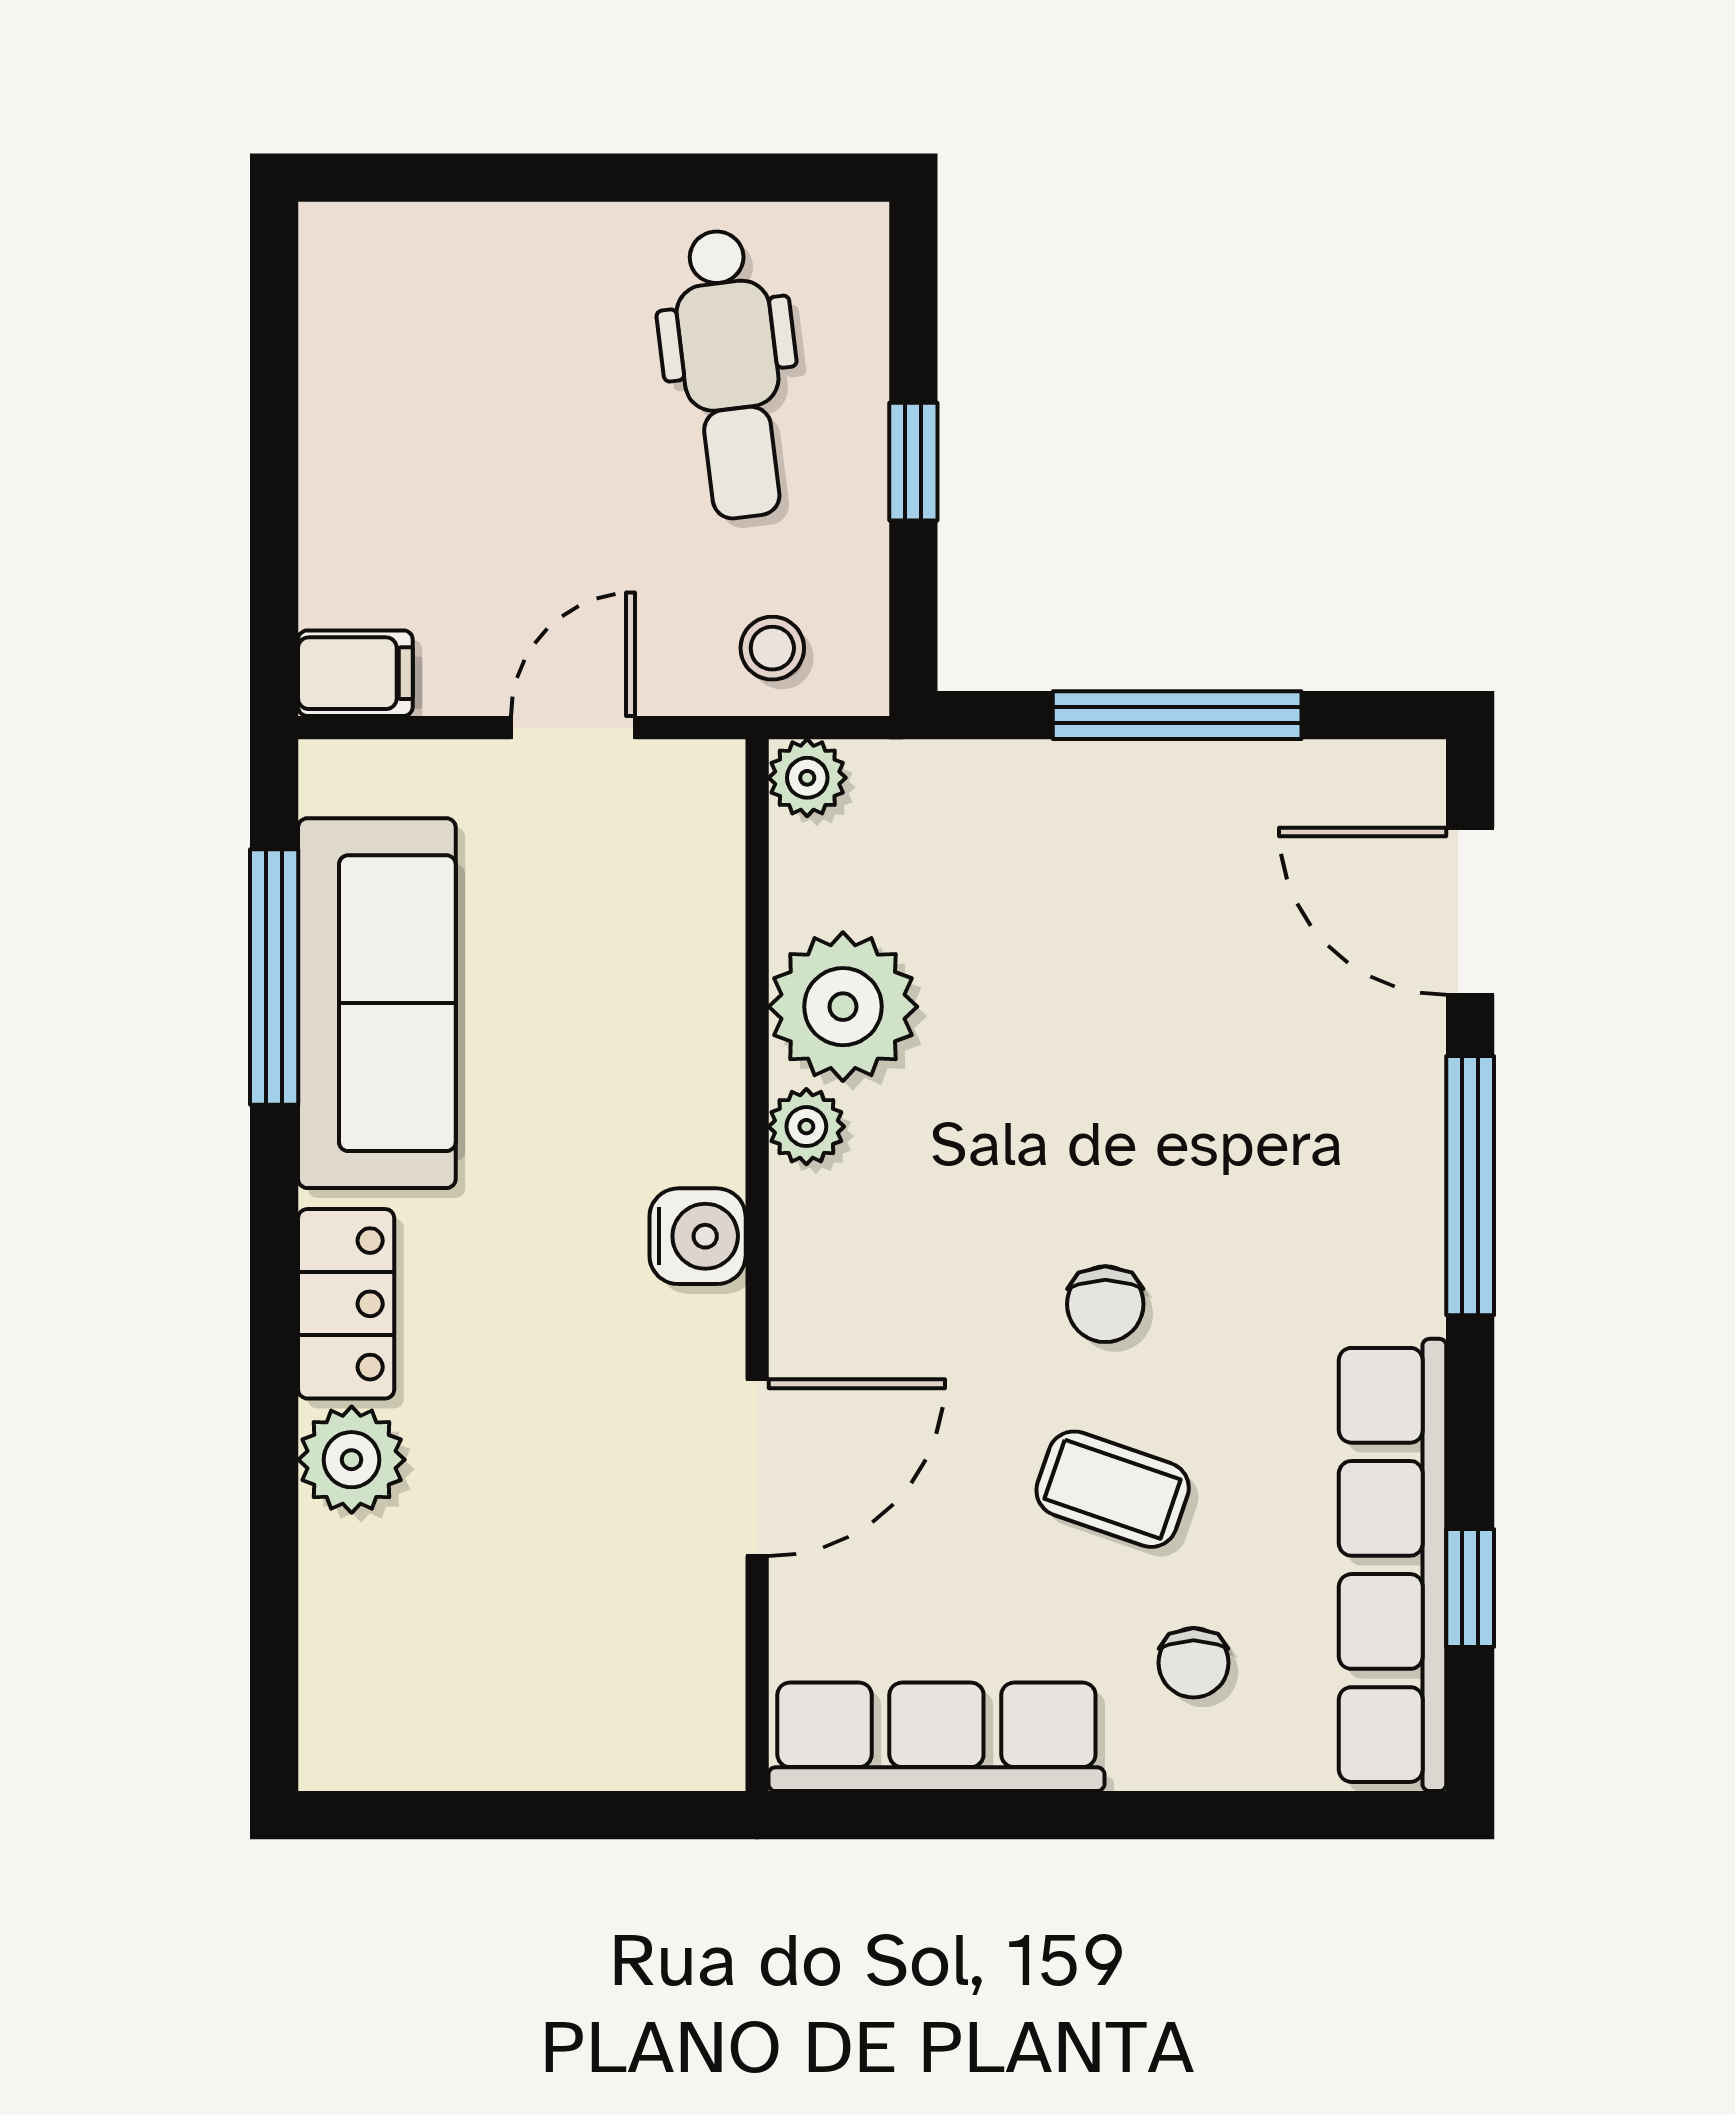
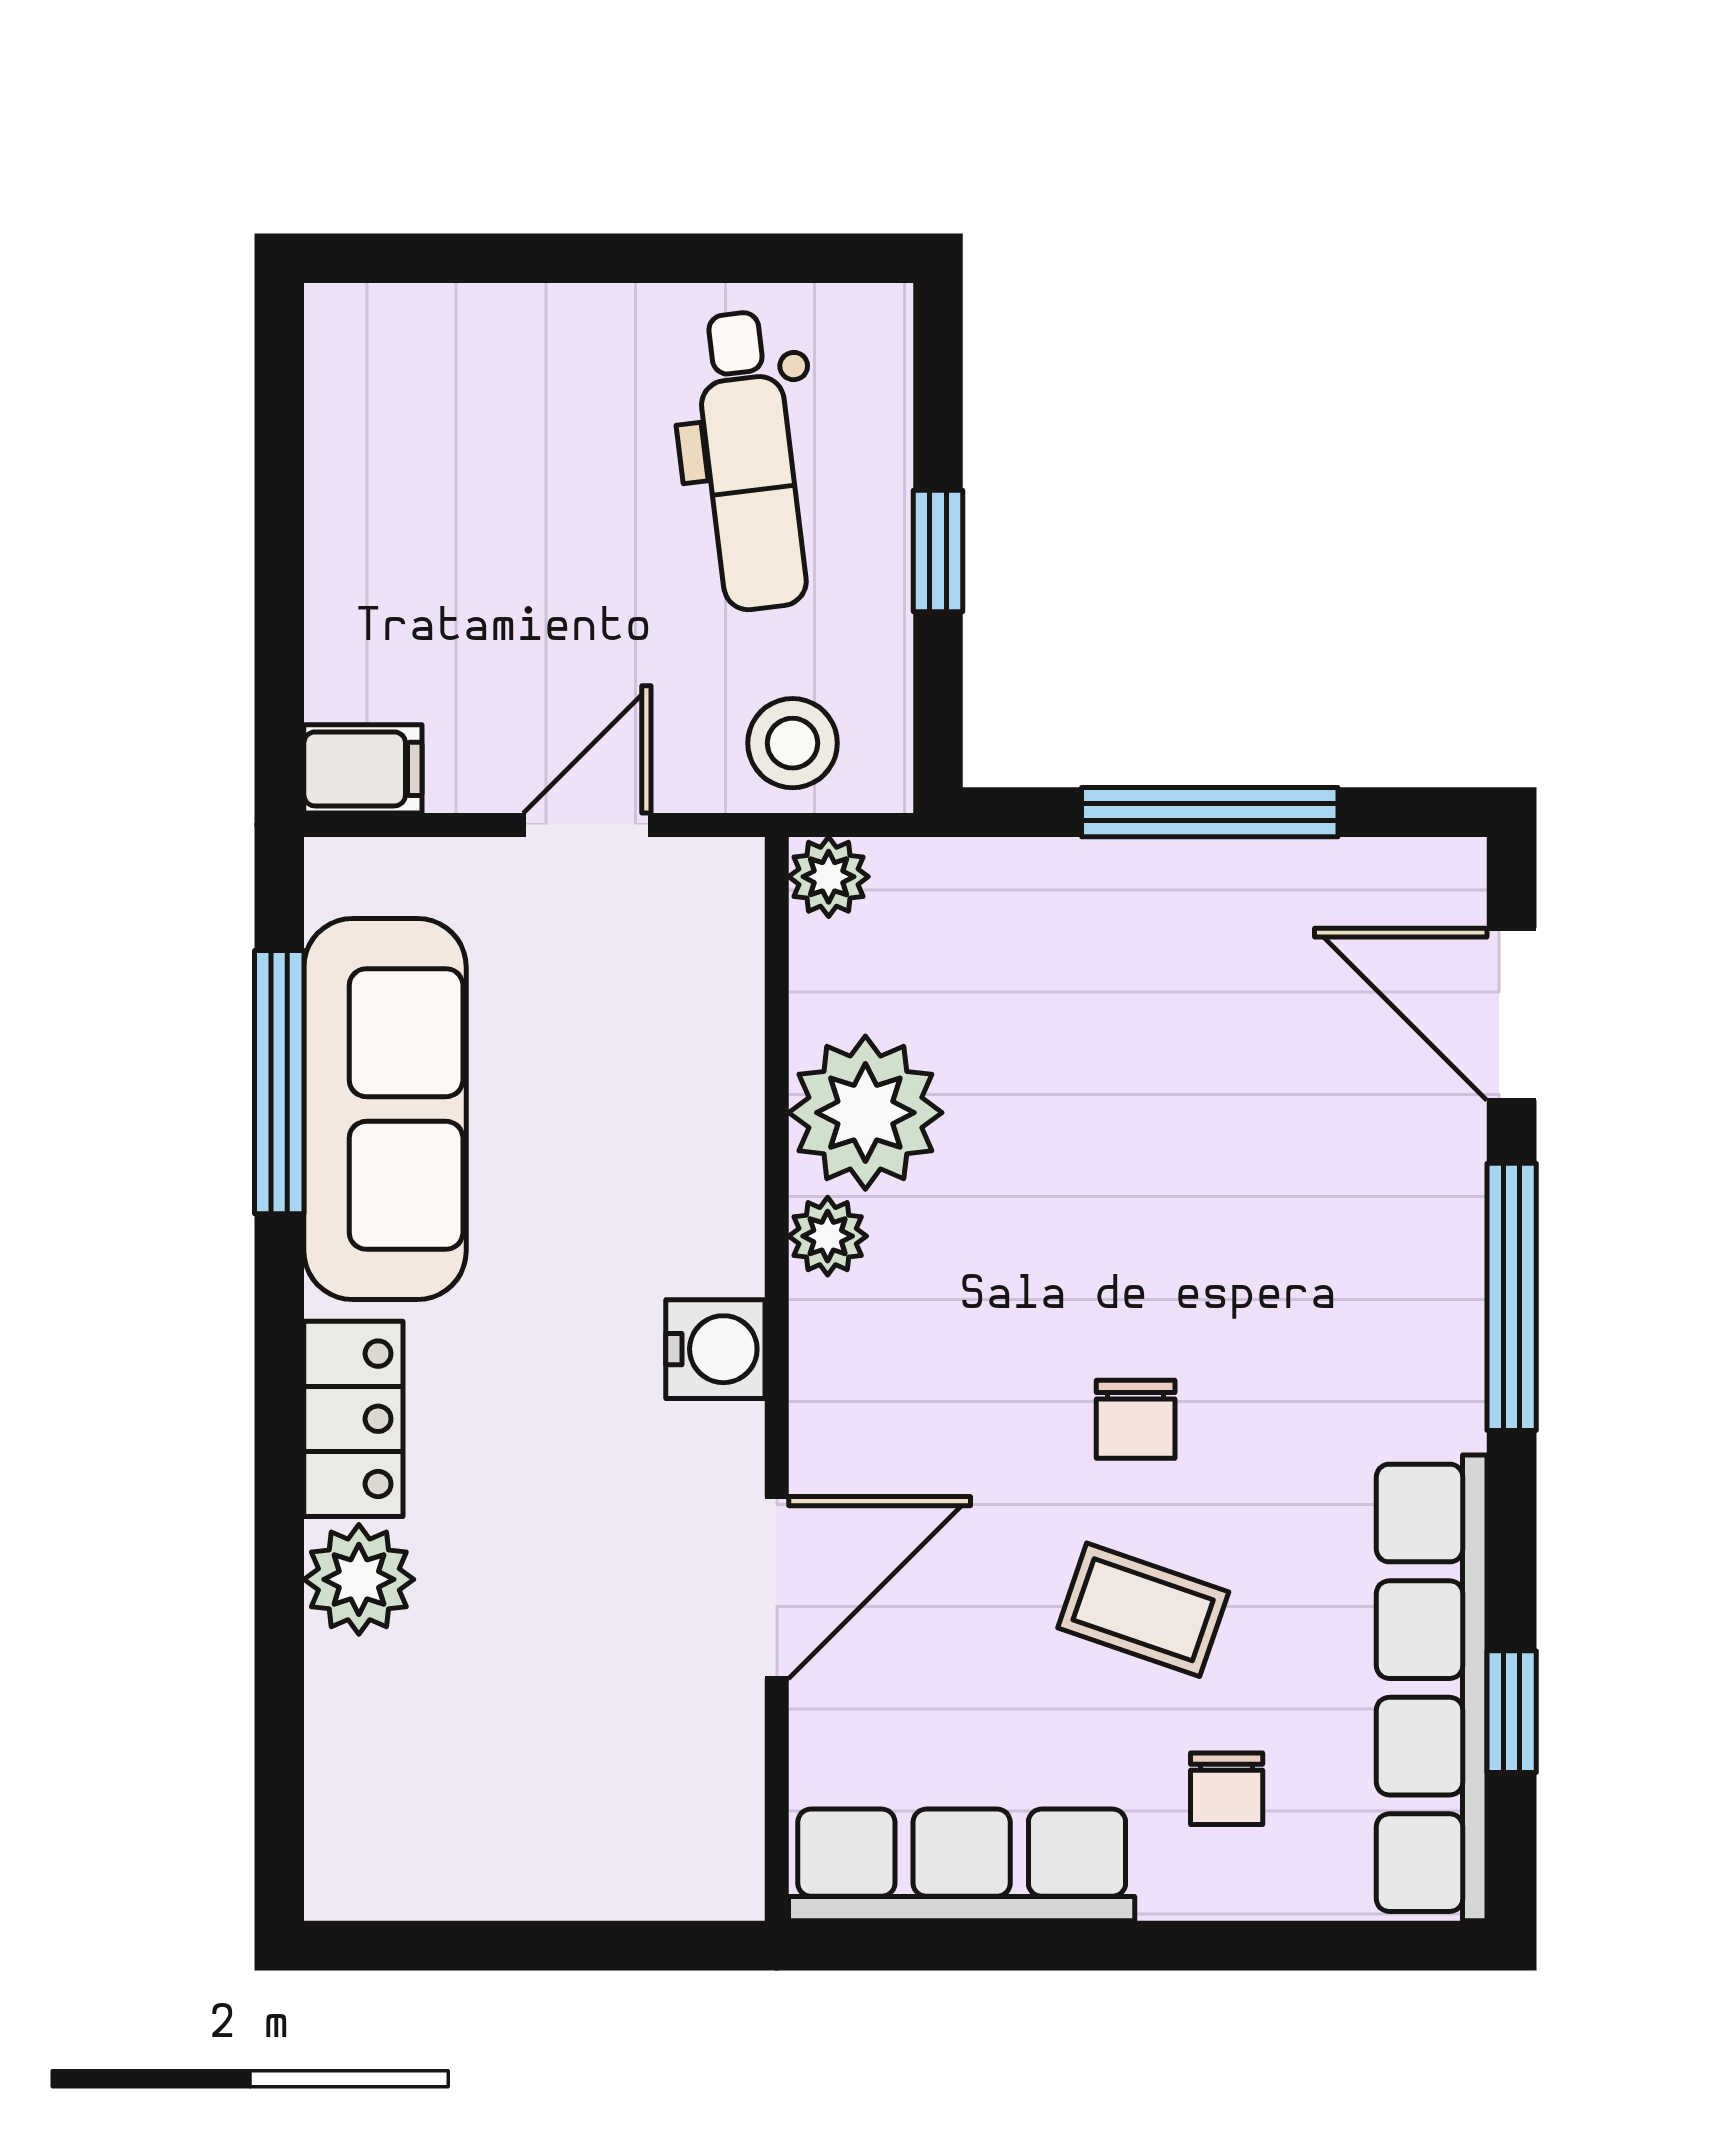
stool: (772, 648) -> (793, 743), width x1.37, depth x1.37

